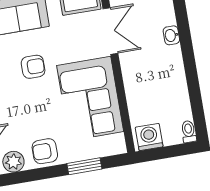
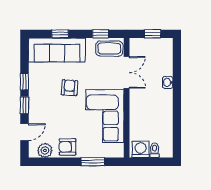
armchair: (33, 67) -> (69, 88), turned -86
toilet: (189, 132) -> (155, 150), moved

